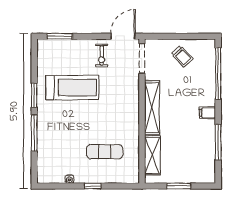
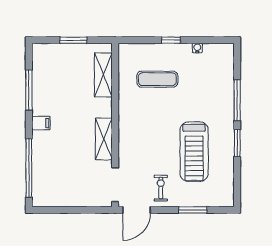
window: (60, 36) -> (193, 210), moved
trolley: (182, 56) -> (70, 187), removed
treadmill: (72, 88) -> (194, 152), turned -90
shelving: (152, 108) -> (104, 139), width x0.68

